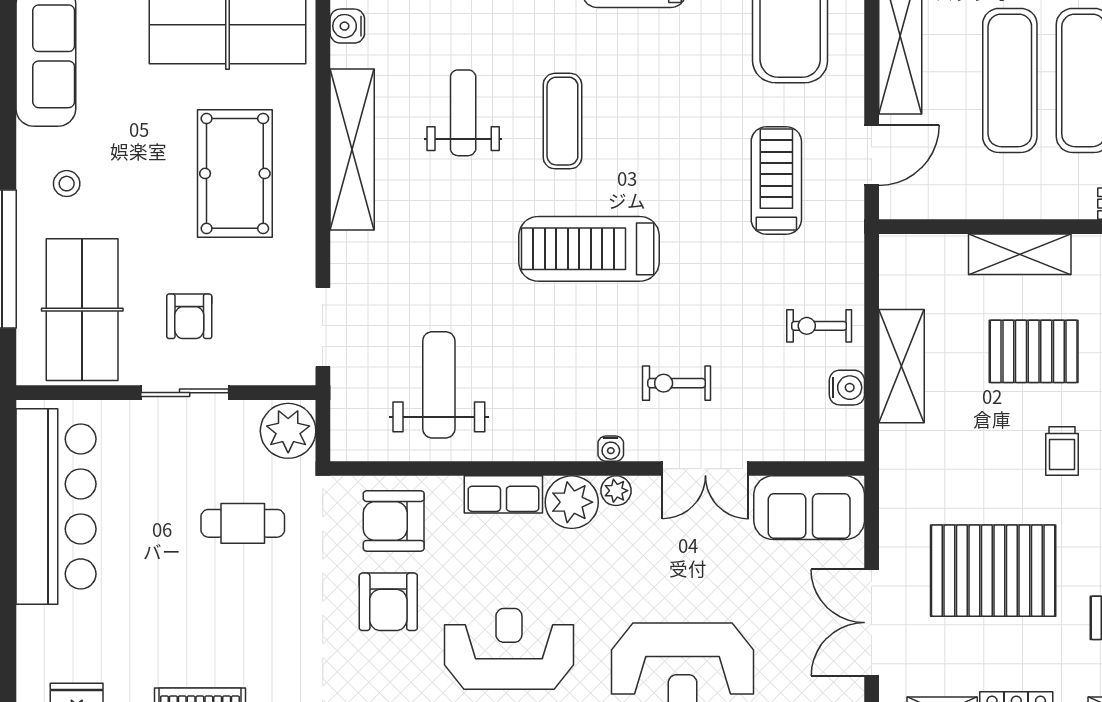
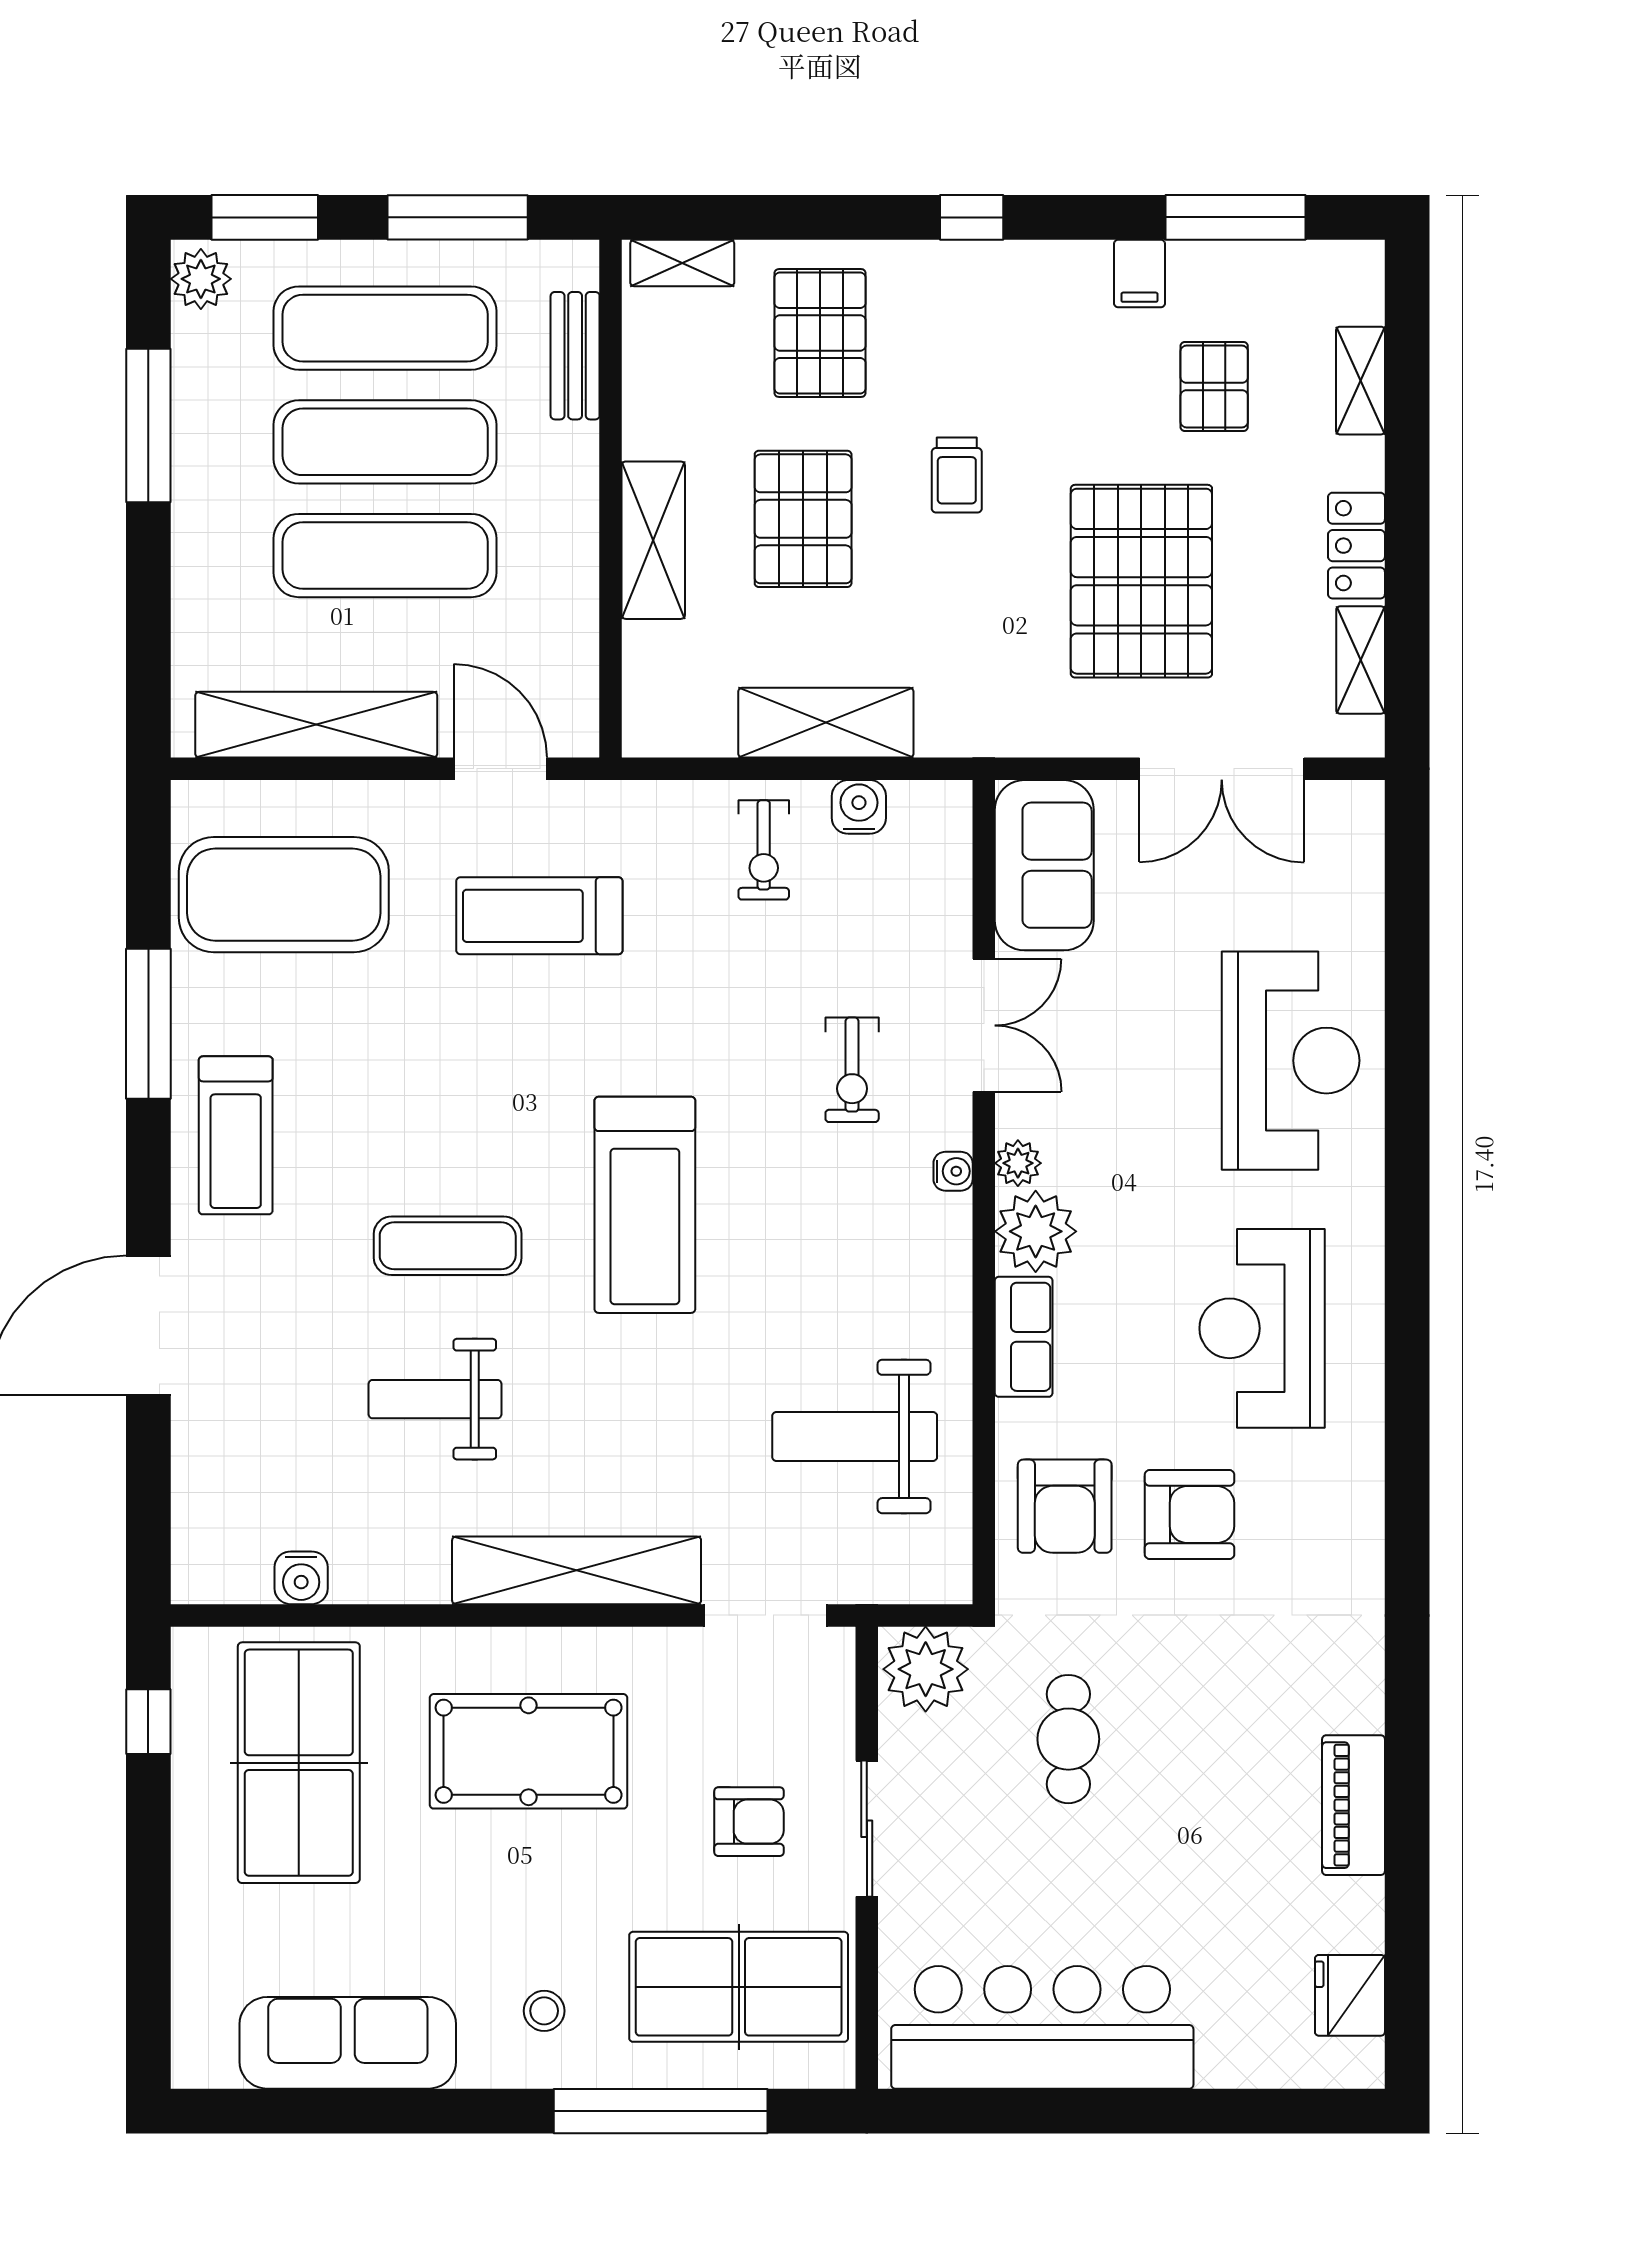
shelving: (352, 150) -> (577, 1570), moved
trolley: (1062, 451) -> (957, 475), turned 90

